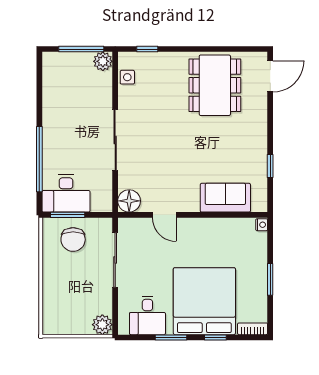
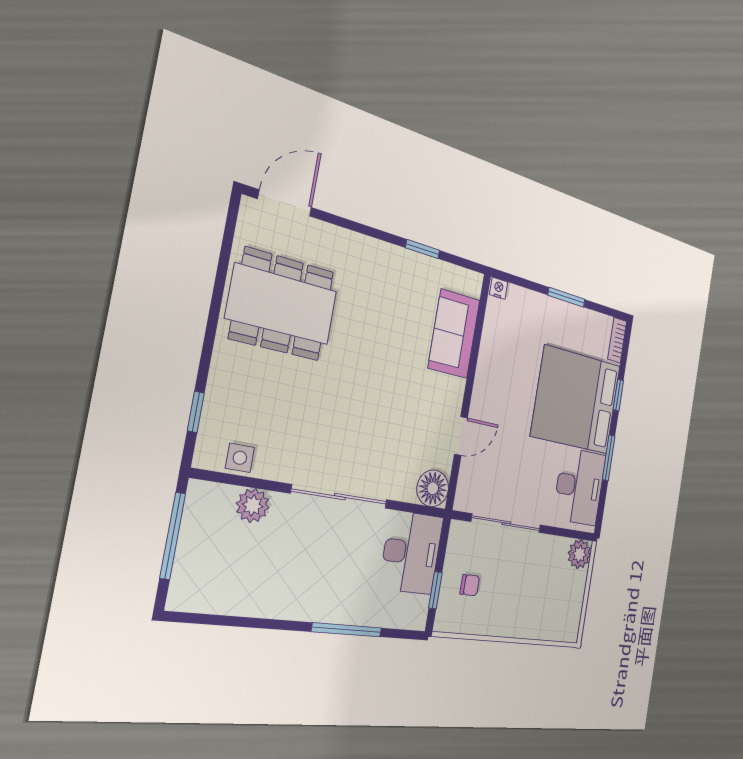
plant: (103, 61) -> (253, 505), moved
door: (270, 76) -> (285, 203), hinge flipped
window: (39, 159) -> (347, 630), width x0.68
desk: (66, 193) -> (411, 553), moved
window: (68, 215) -> (435, 590), width x0.67
chair: (73, 240) -> (470, 585), width x0.54, depth x0.54
desk: (147, 315) -> (579, 487), width x1.37

